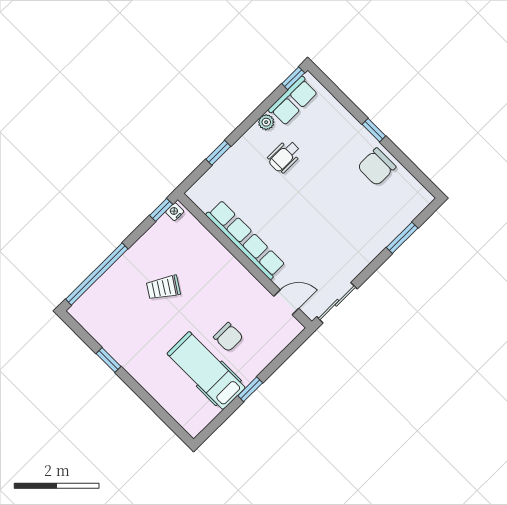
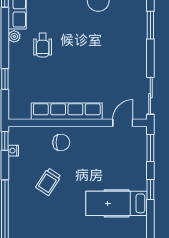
nightstand: (175, 212) -> (13, 151), moved
chair: (228, 337) -> (61, 142), moved
window: (289, 351) -> (150, 148), added

